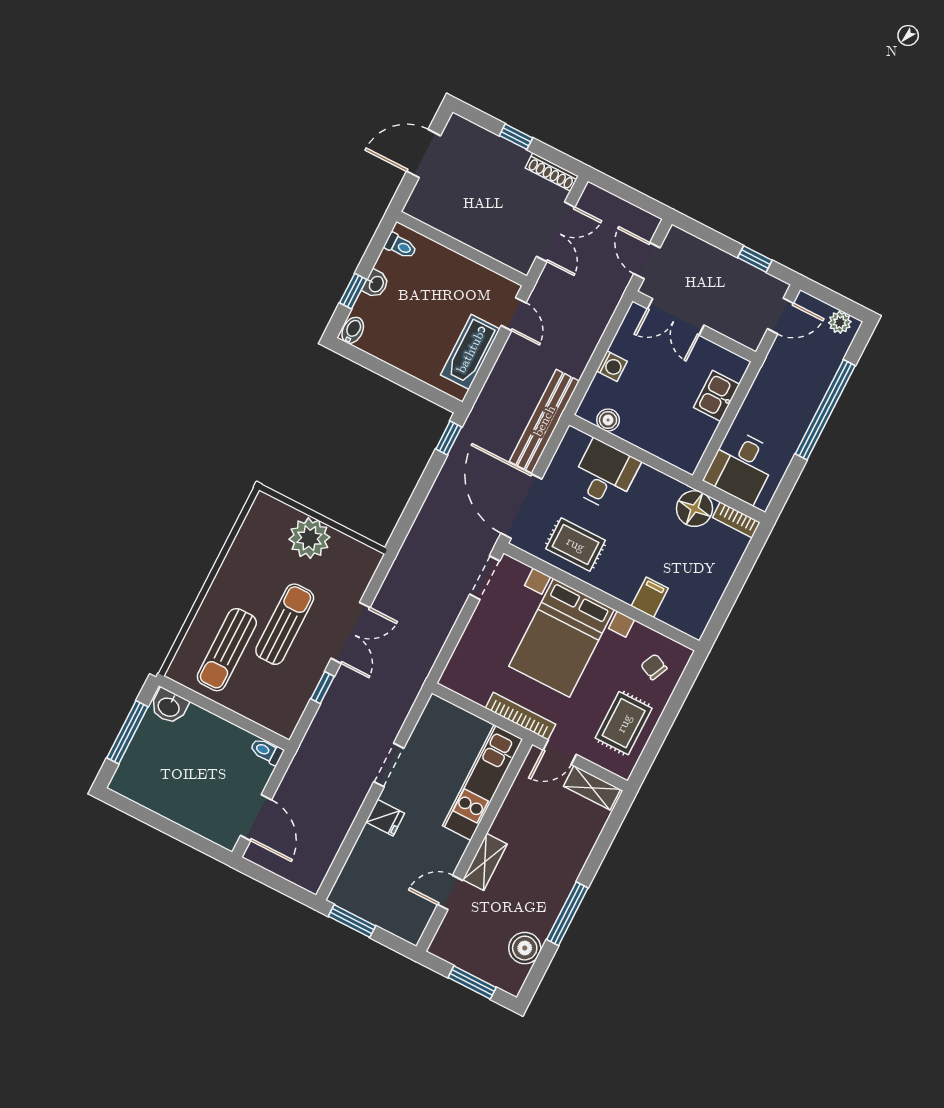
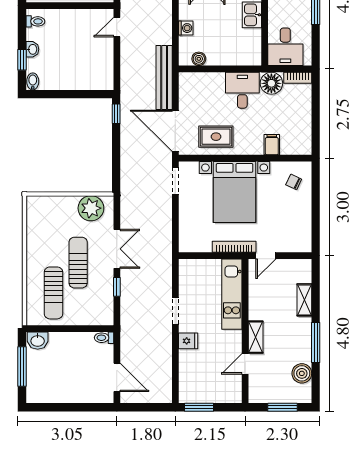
door: (514, 314) -> (117, 27), swing flipped
bathtub: (470, 352) -> (104, 60), removed
desk: (604, 475) -> (242, 90), moved
plant: (309, 538) -> (91, 208), moved
rug: (624, 723) -> (293, 221), removed
shelving: (592, 788) -> (304, 300), moved, turned 90

